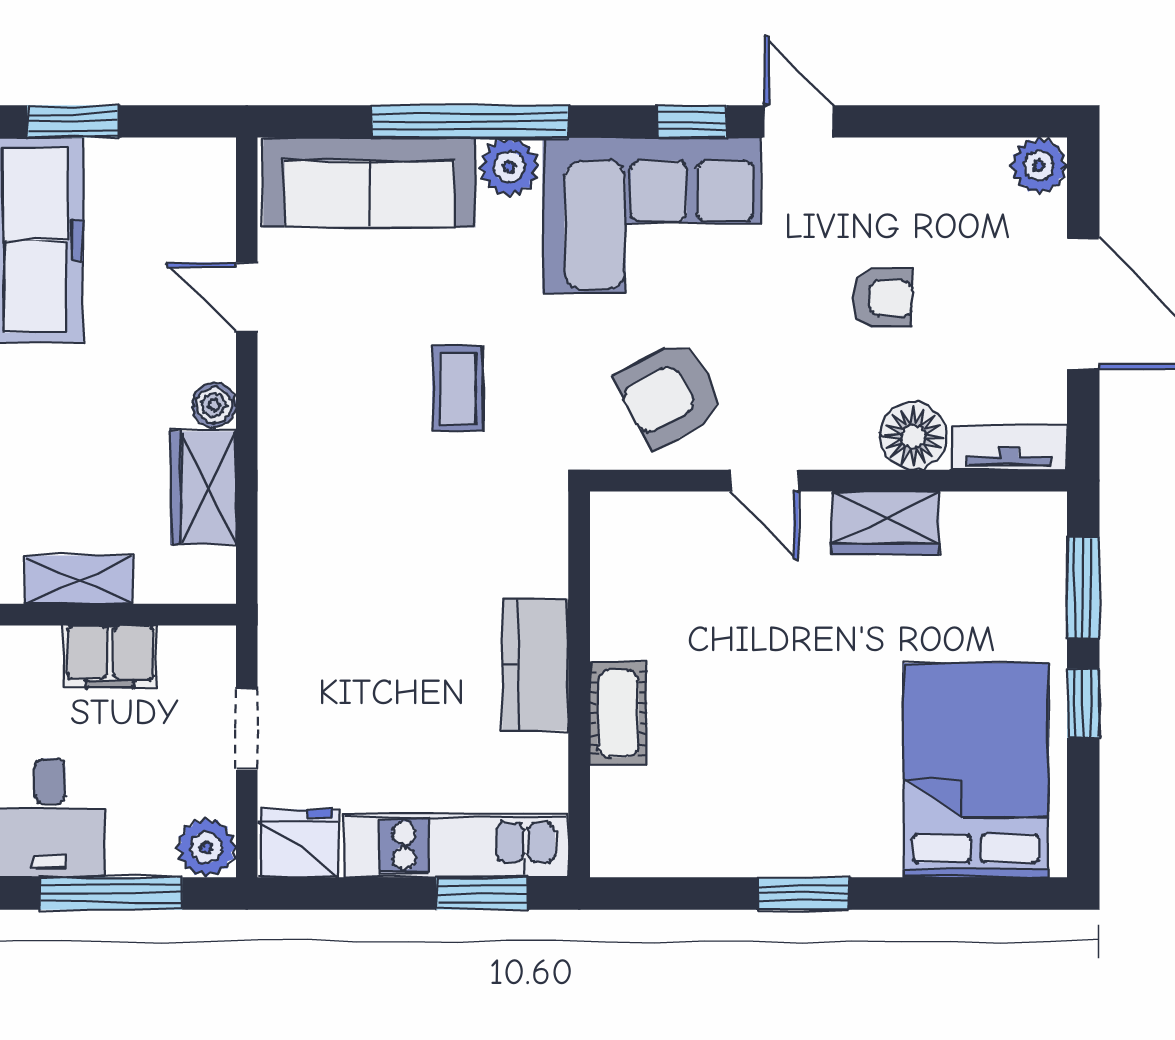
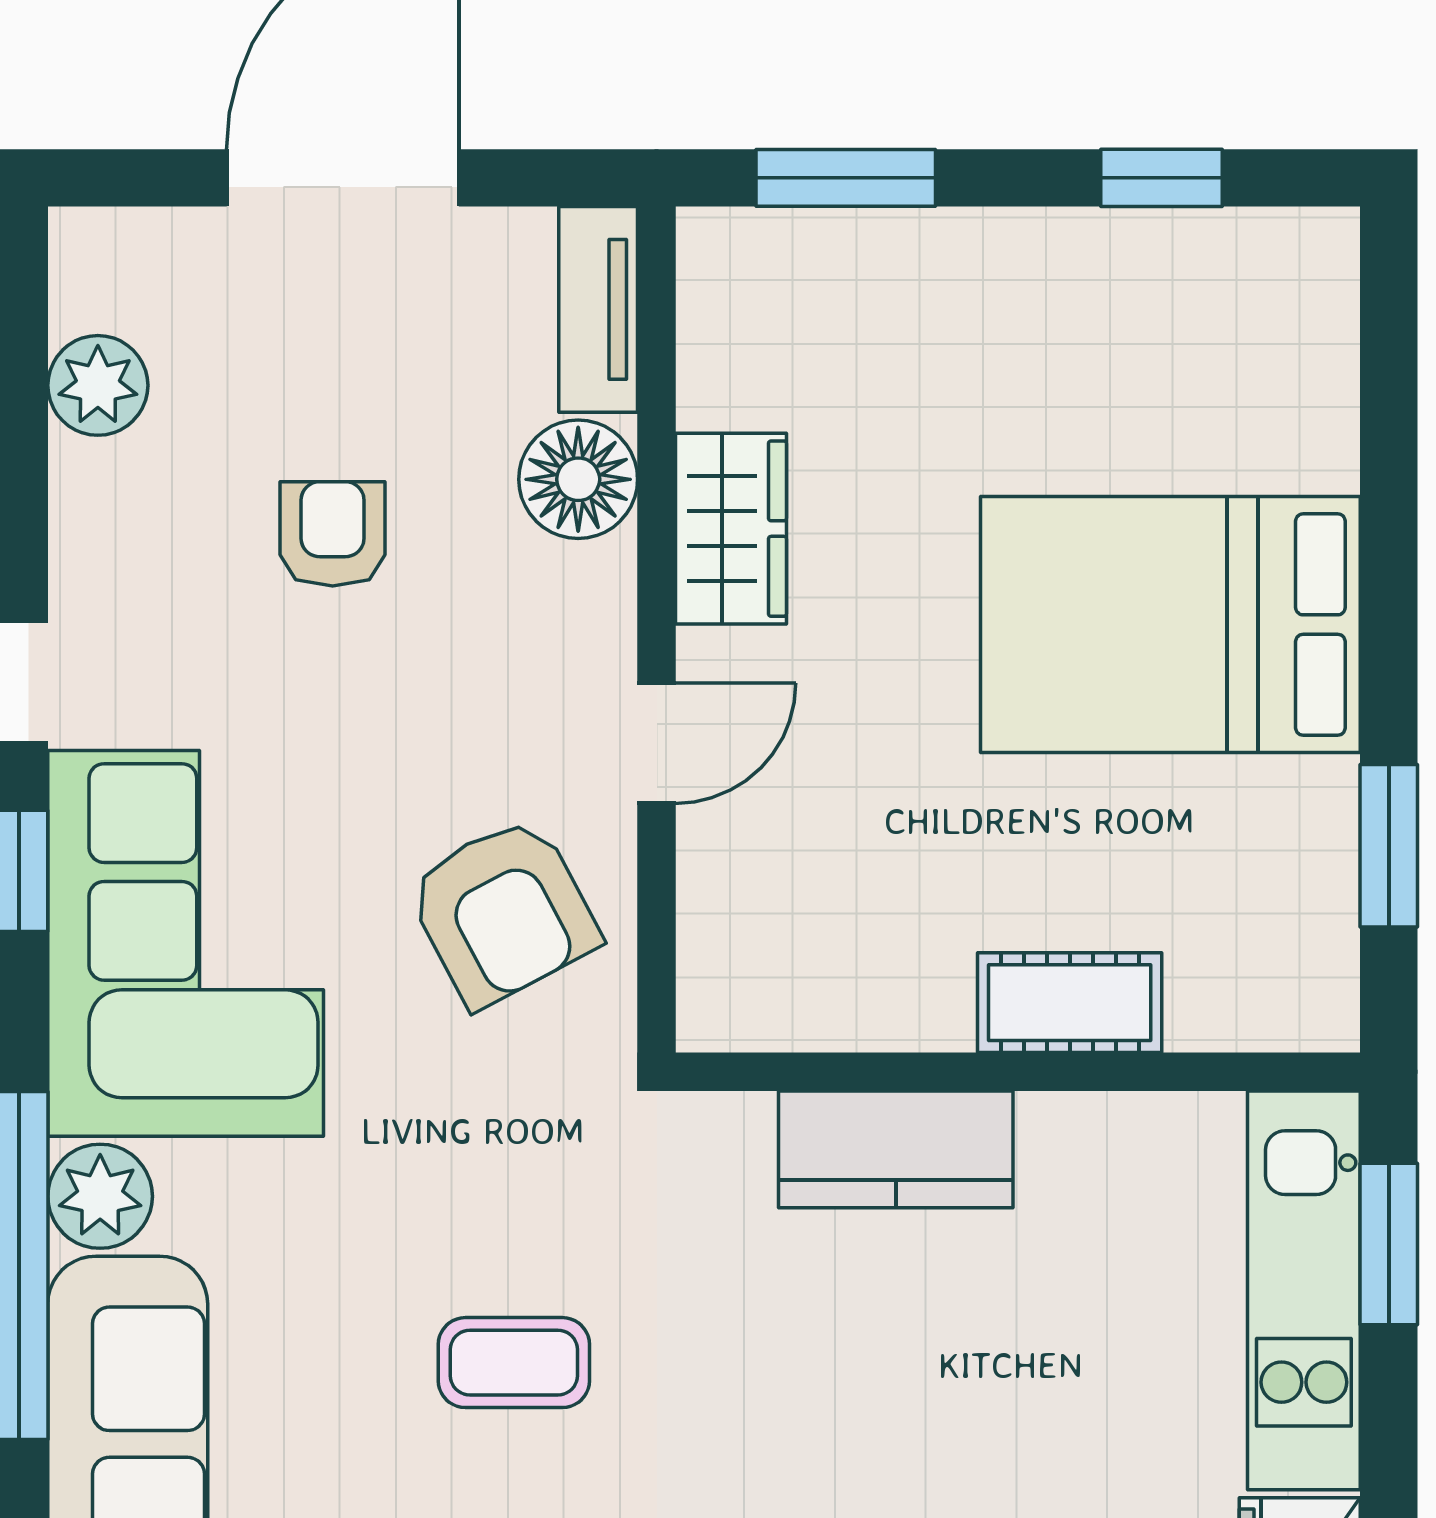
plant: (1039, 166) -> (98, 385), moved
coffee table: (458, 389) -> (514, 1363), moved
kitchen counter: (535, 664) -> (896, 1149), moved
window: (1083, 703) -> (1162, 178), moved
bed: (976, 770) -> (1170, 625), moved
window: (803, 893) -> (1389, 846), moved

